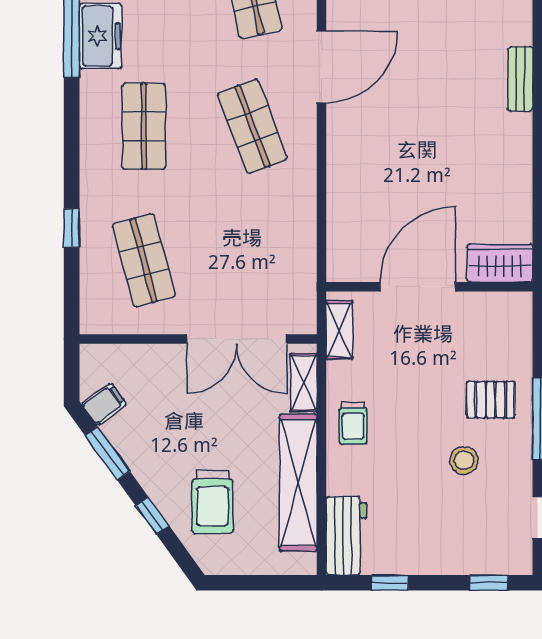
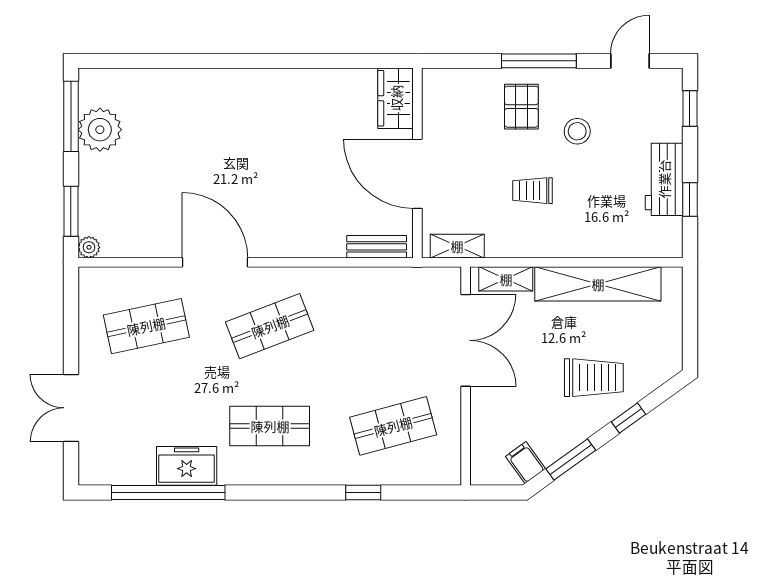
bench: (520, 79) -> (377, 247), moved
trolley: (353, 423) -> (532, 191), moved, turned 180
trolley: (213, 502) -> (594, 378), moved
workbench: (346, 536) -> (664, 179), moved, turned -90

